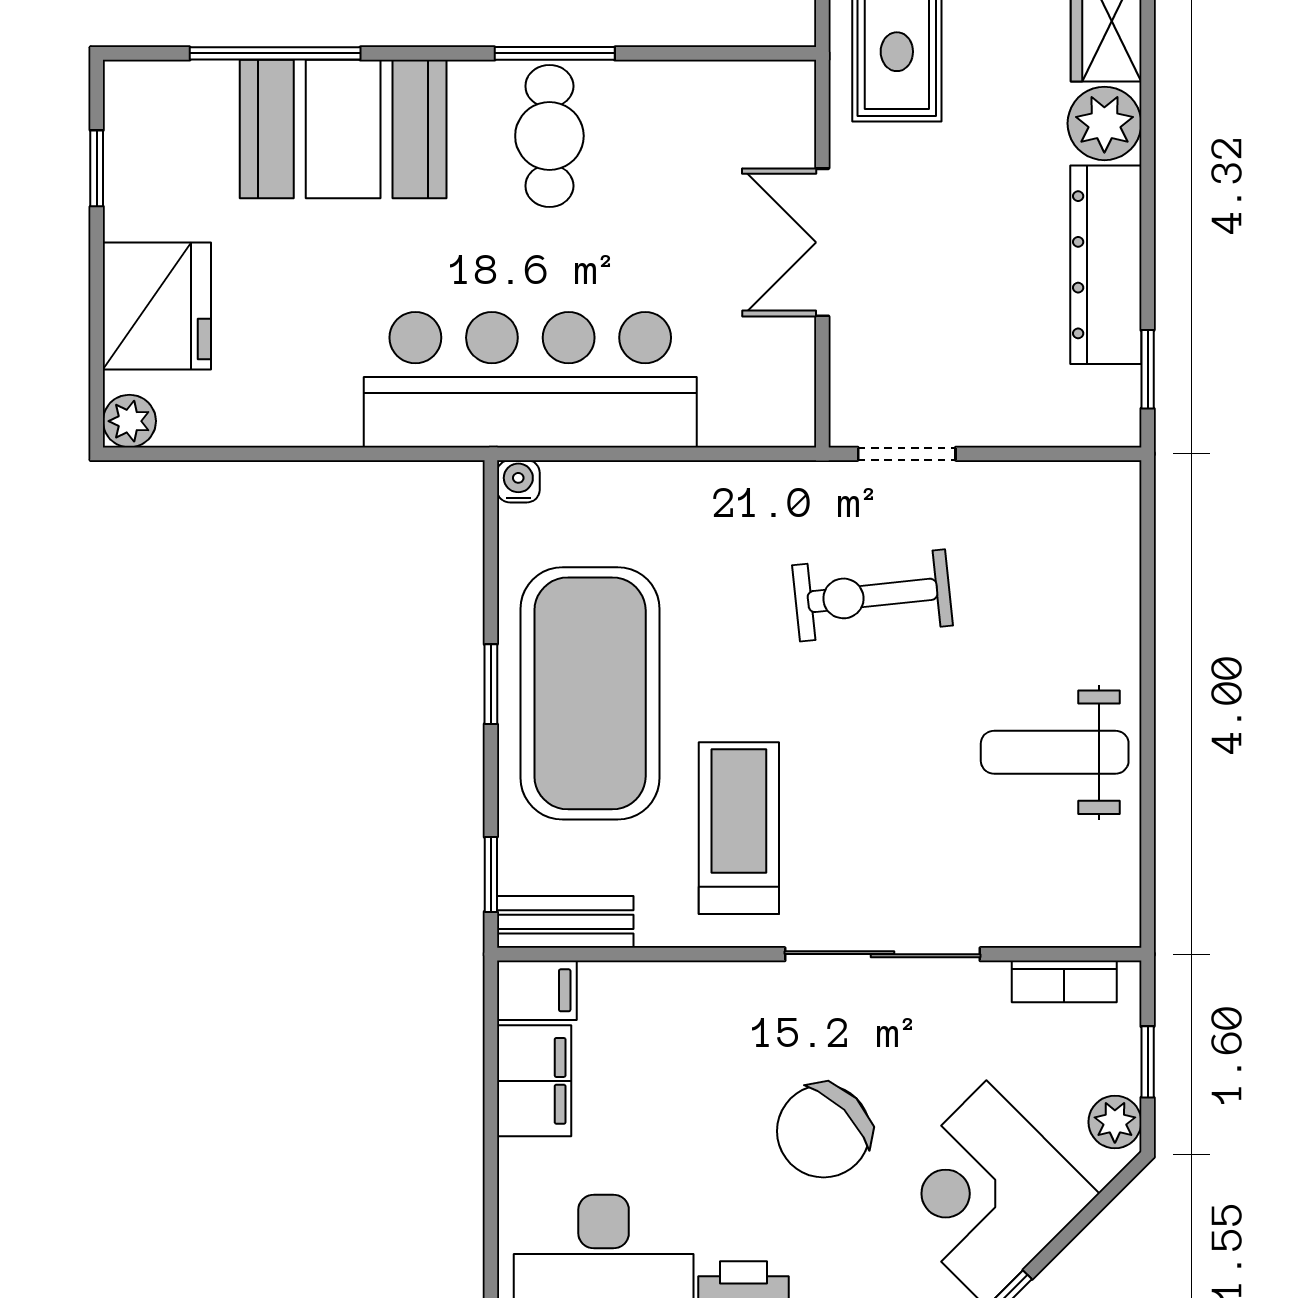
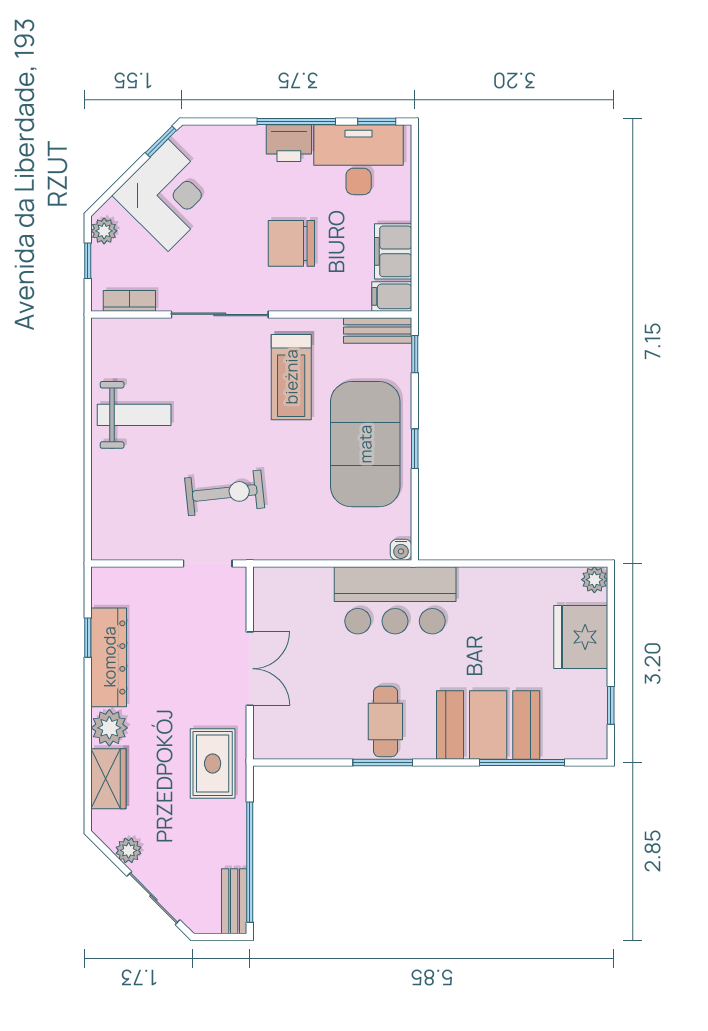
window: (1148, 369) -> (88, 638), moved
bar counter: (530, 380) -> (395, 600), width x0.73
chair: (824, 1131) -> (291, 243), moved, turned -135

